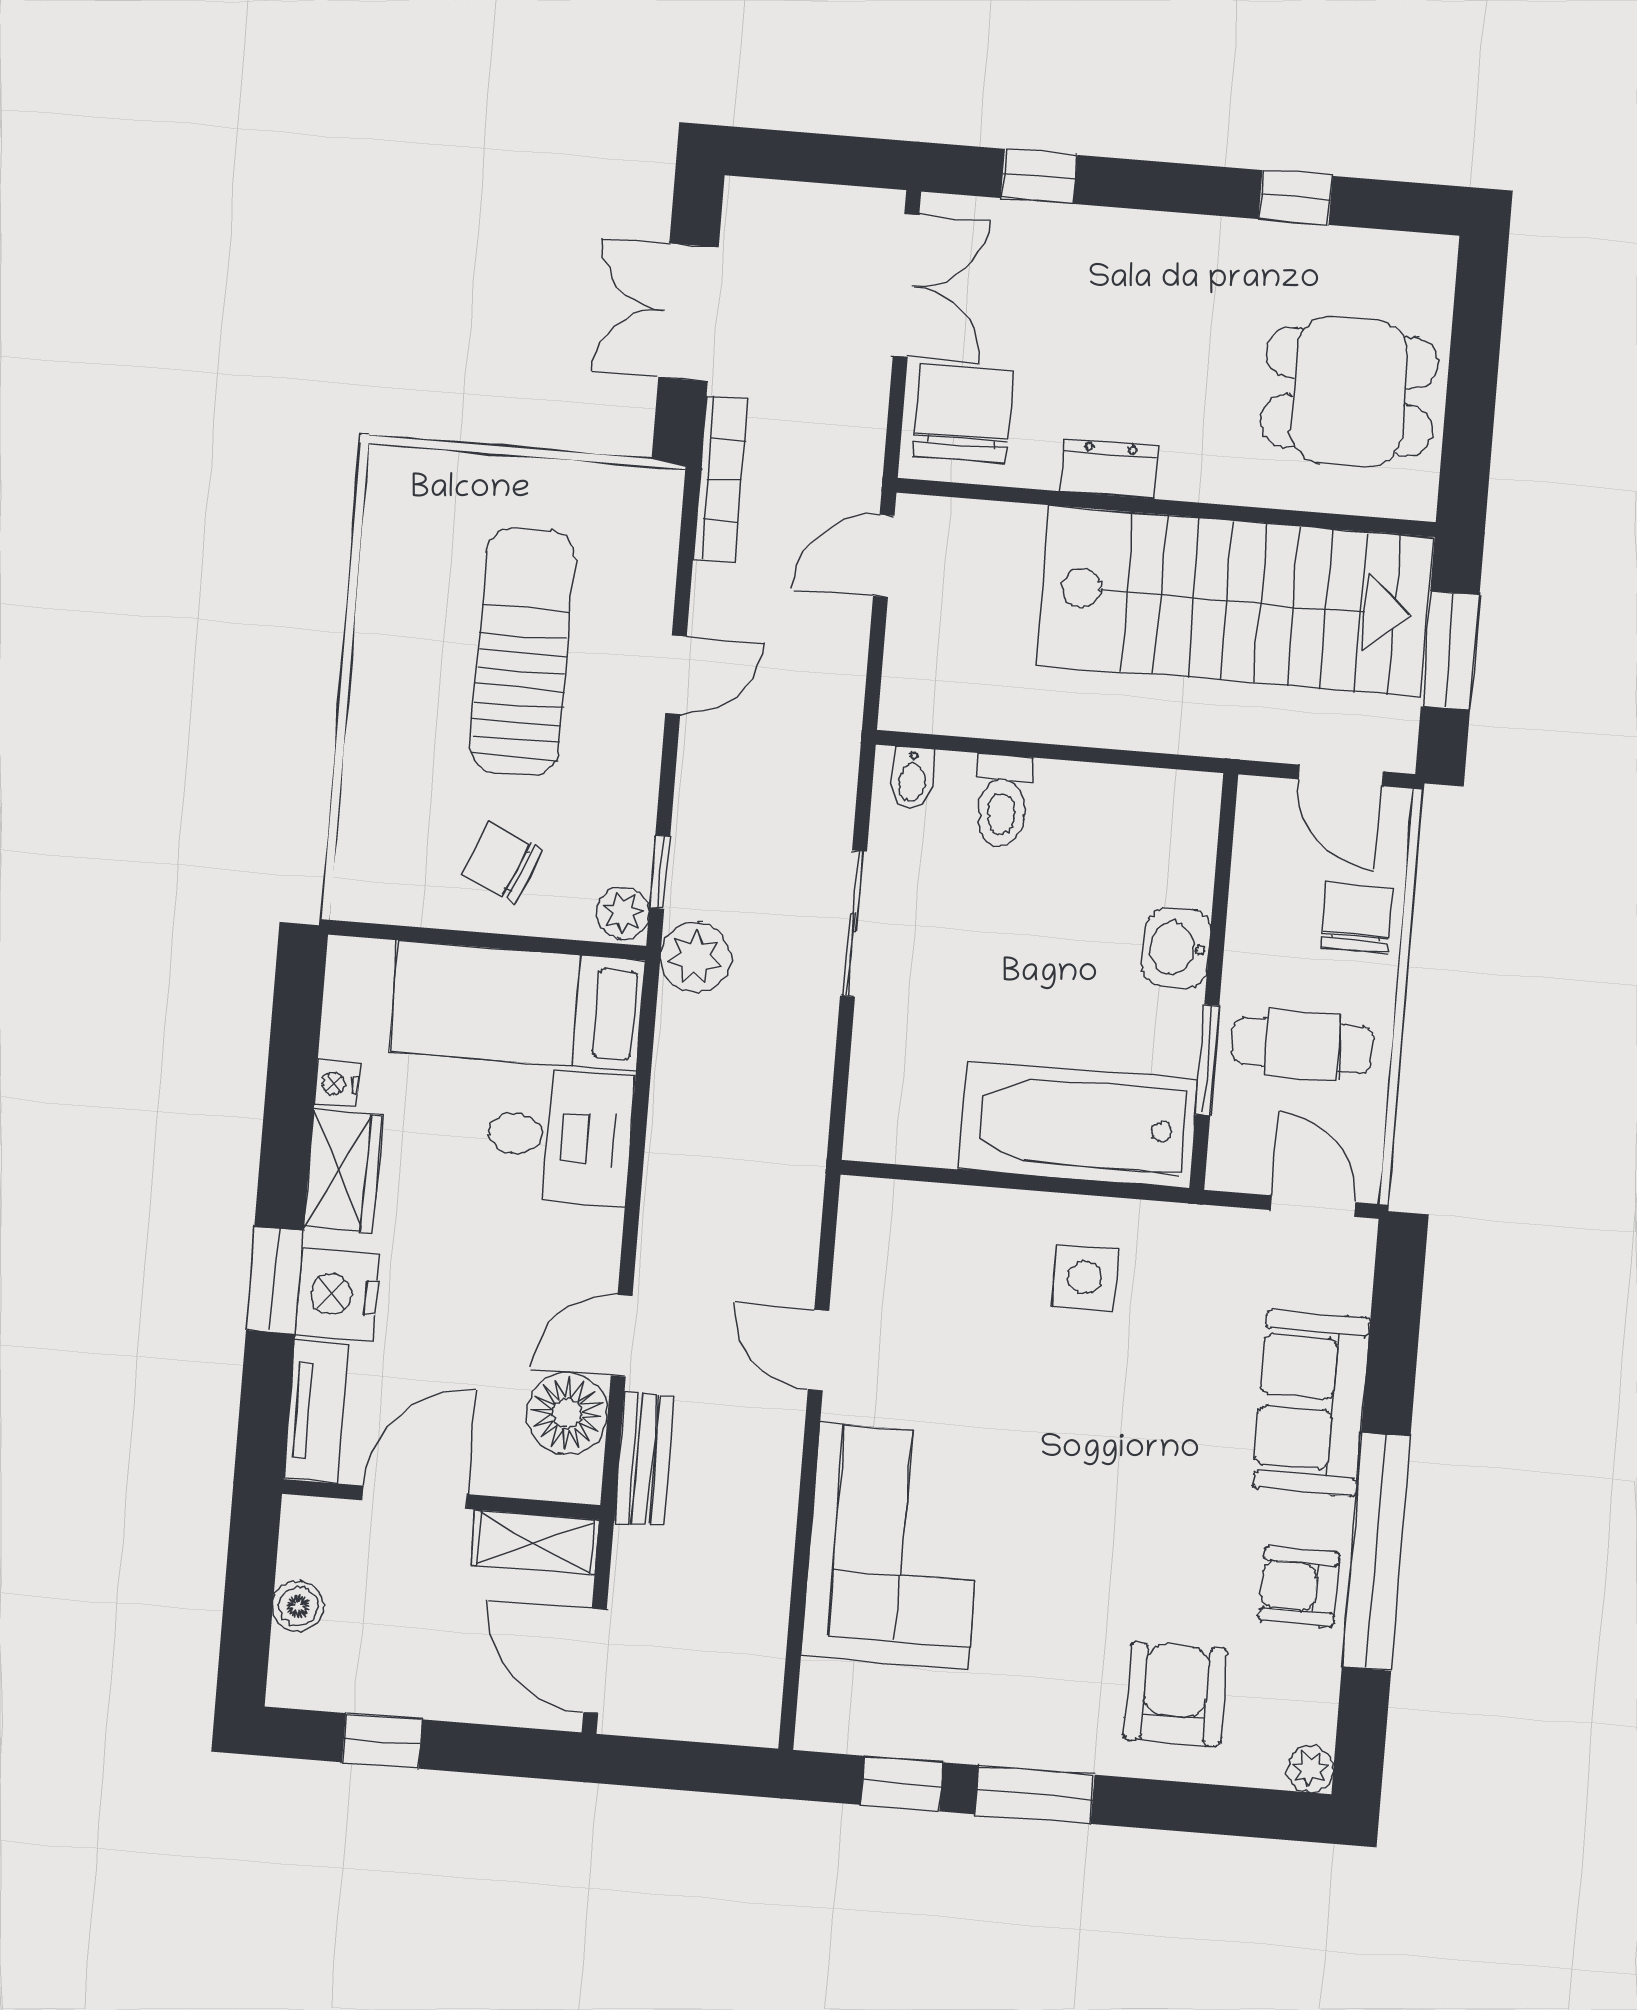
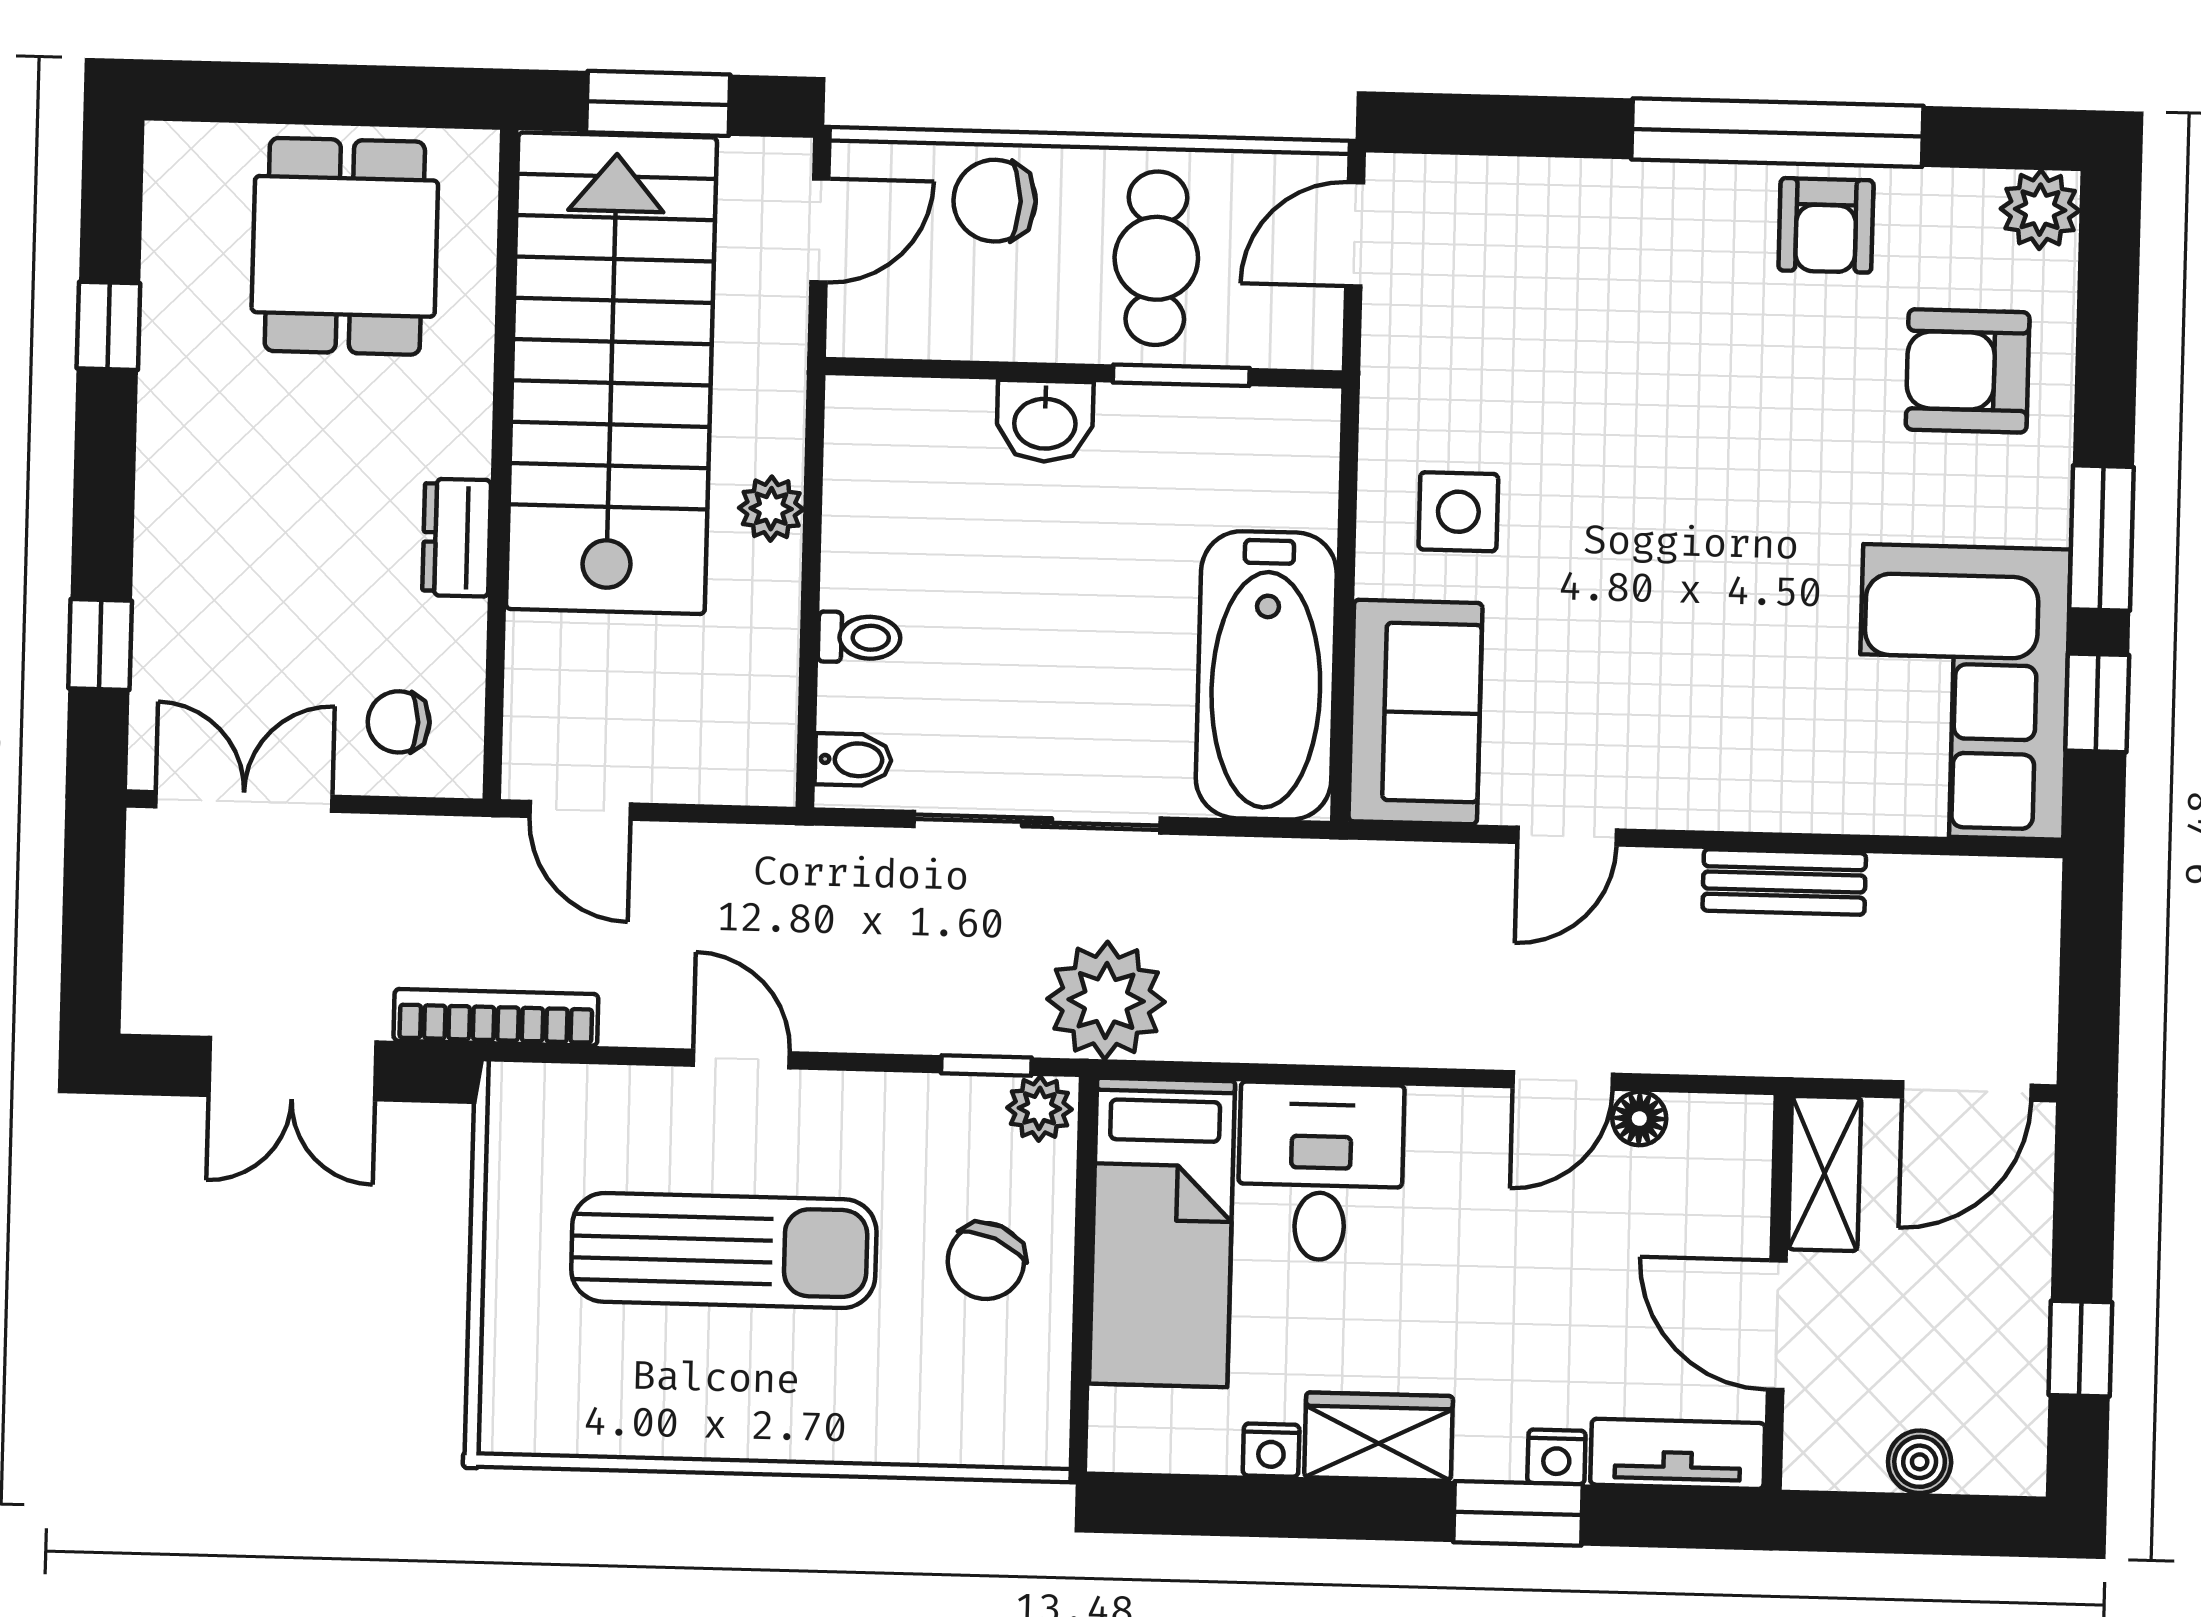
chair: (963, 414) -> (399, 722), width x0.54, depth x0.54
sun lounger: (522, 652) -> (724, 1250), turned 180
plant: (1118, 723) -> (771, 509), added
toilet: (1002, 801) -> (859, 637), width x0.73, depth x0.72
sliding door: (854, 924) -> (1037, 822), width x1.37
plant: (695, 958) -> (1106, 1000), width x1.36, depth x1.36
bathtub: (1078, 1125) -> (1266, 675), moved
nightstand: (337, 1295) -> (1556, 1457), width x0.53, depth x0.56
door: (622, 1336) -> (1563, 1081), hinge flipped
sofa: (1312, 1403) -> (1415, 712), moved, turned -90
floor lamp: (567, 1413) -> (1639, 1119), width x0.53, depth x0.53
bench: (644, 1459) -> (1784, 882), moved
corner sofa: (894, 1546) -> (1963, 692), moved, turned -90
plant: (1310, 1769) -> (2040, 210), width x1.38, depth x1.38

